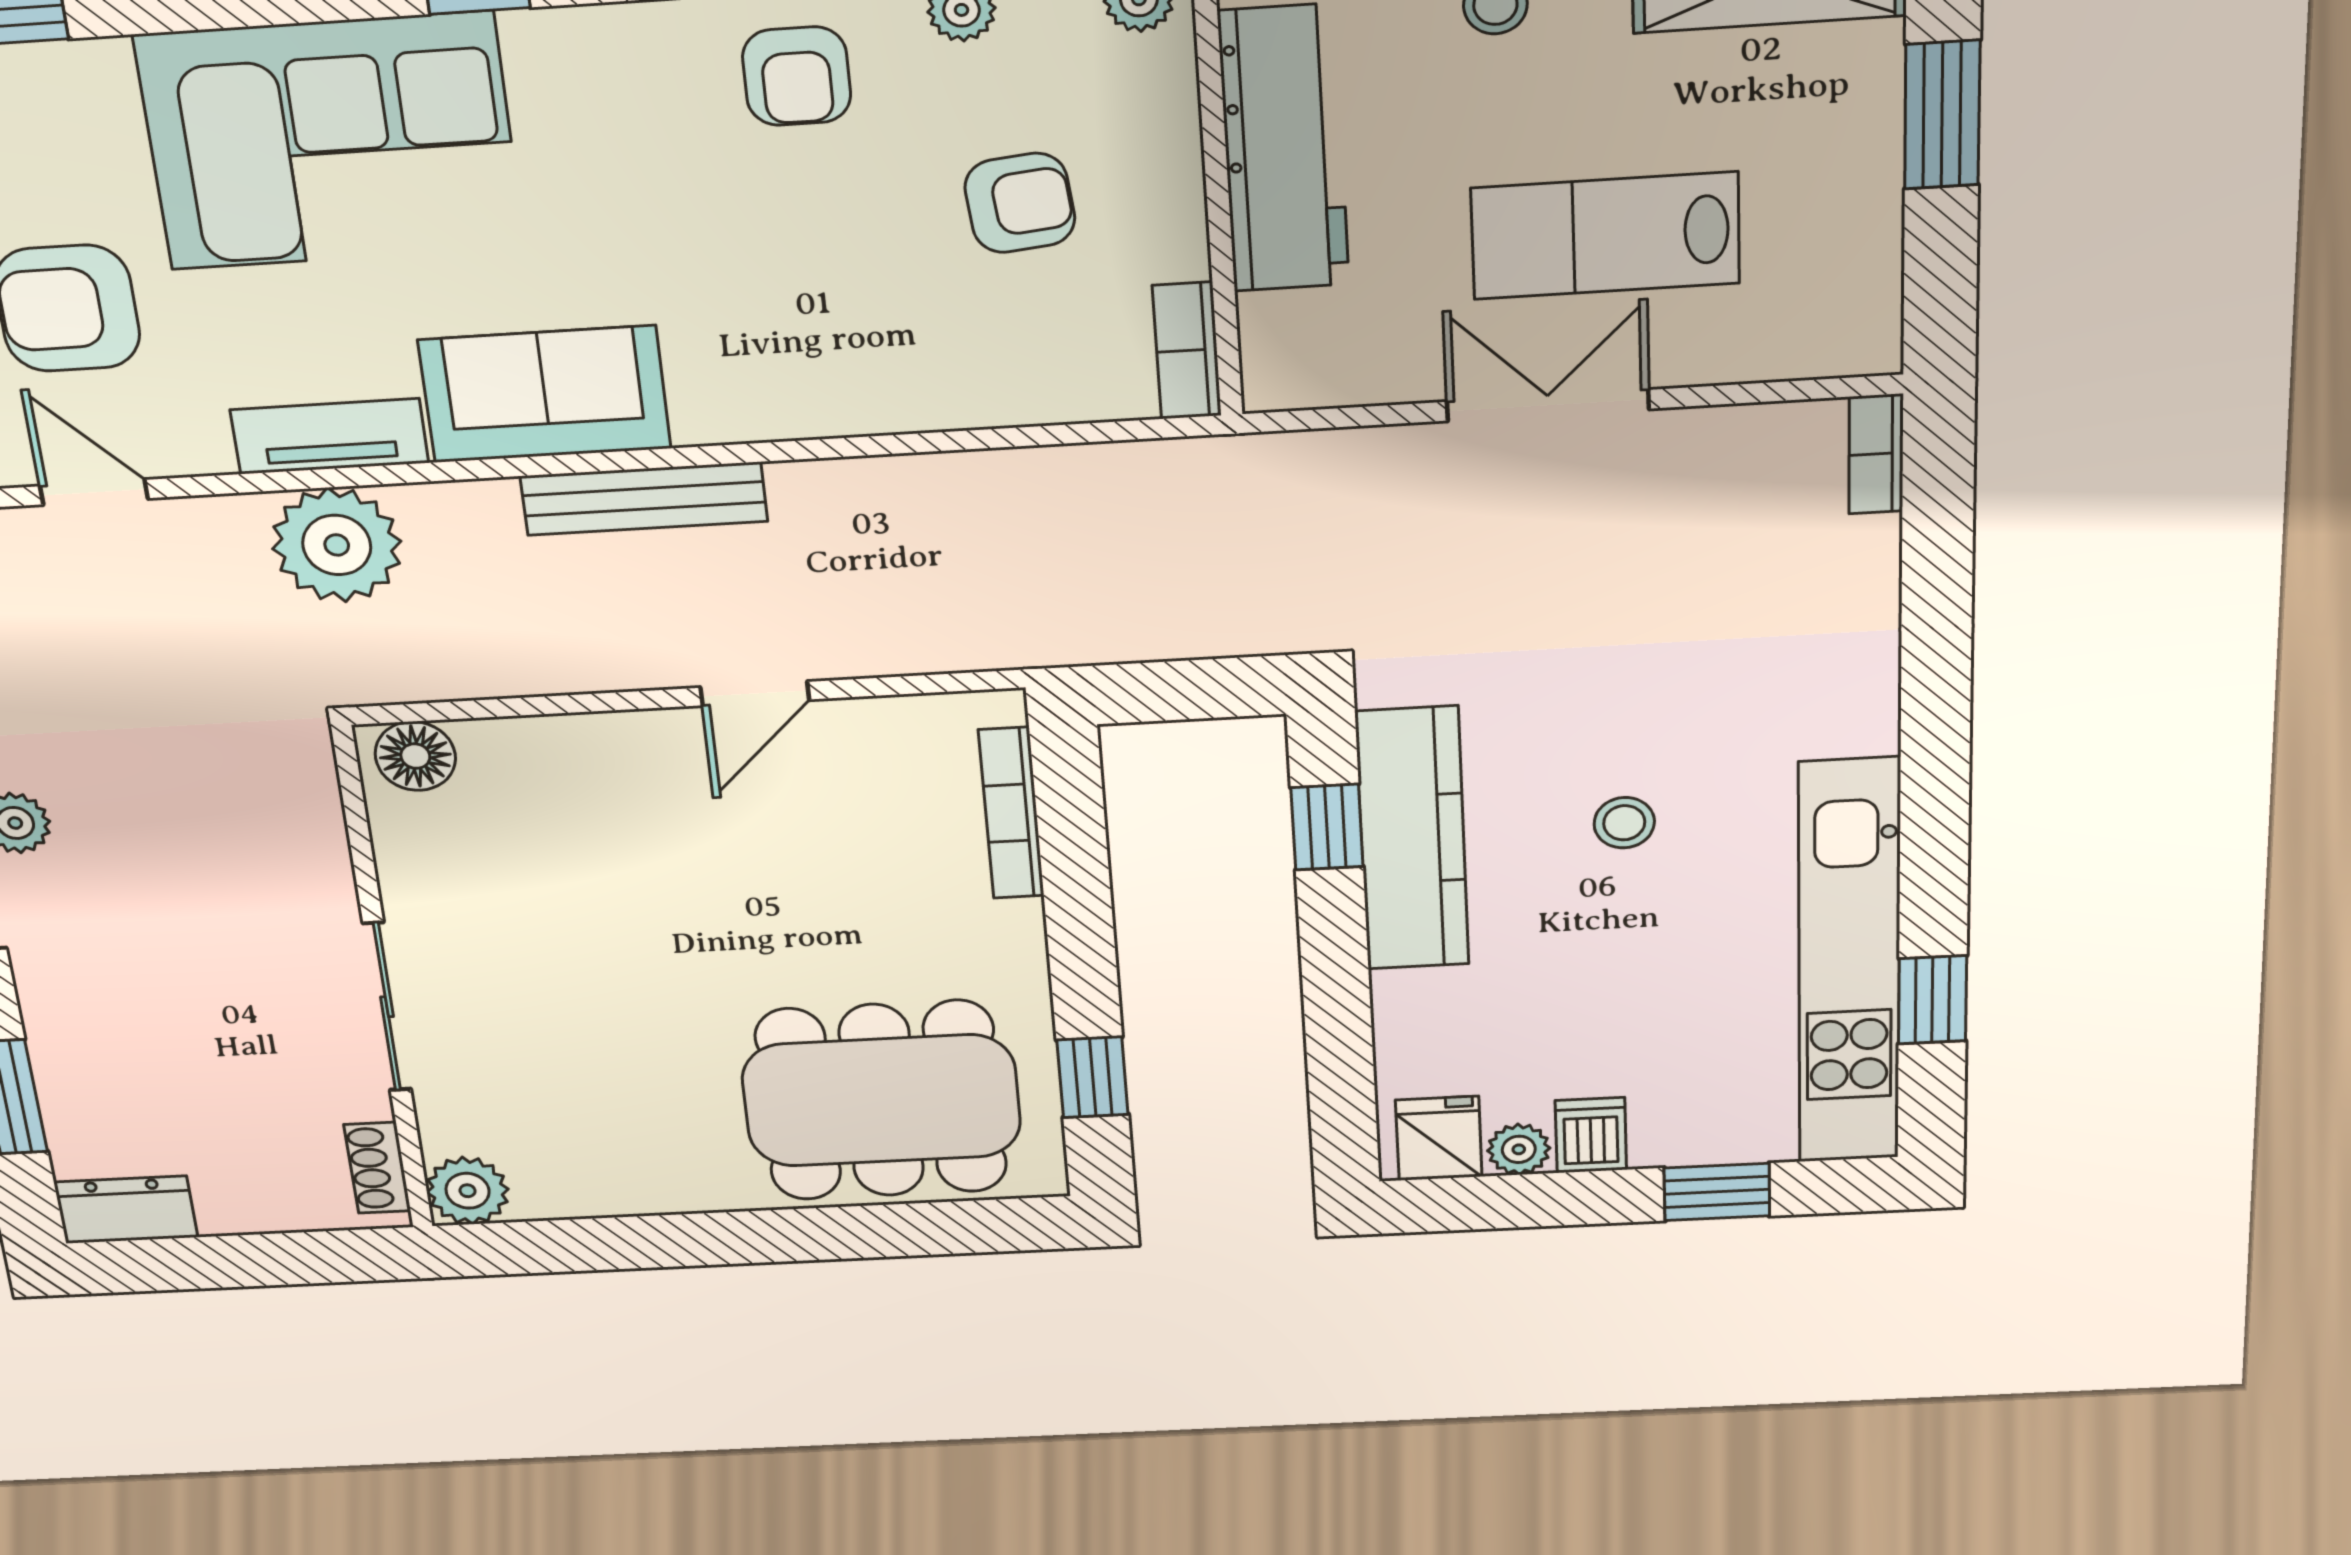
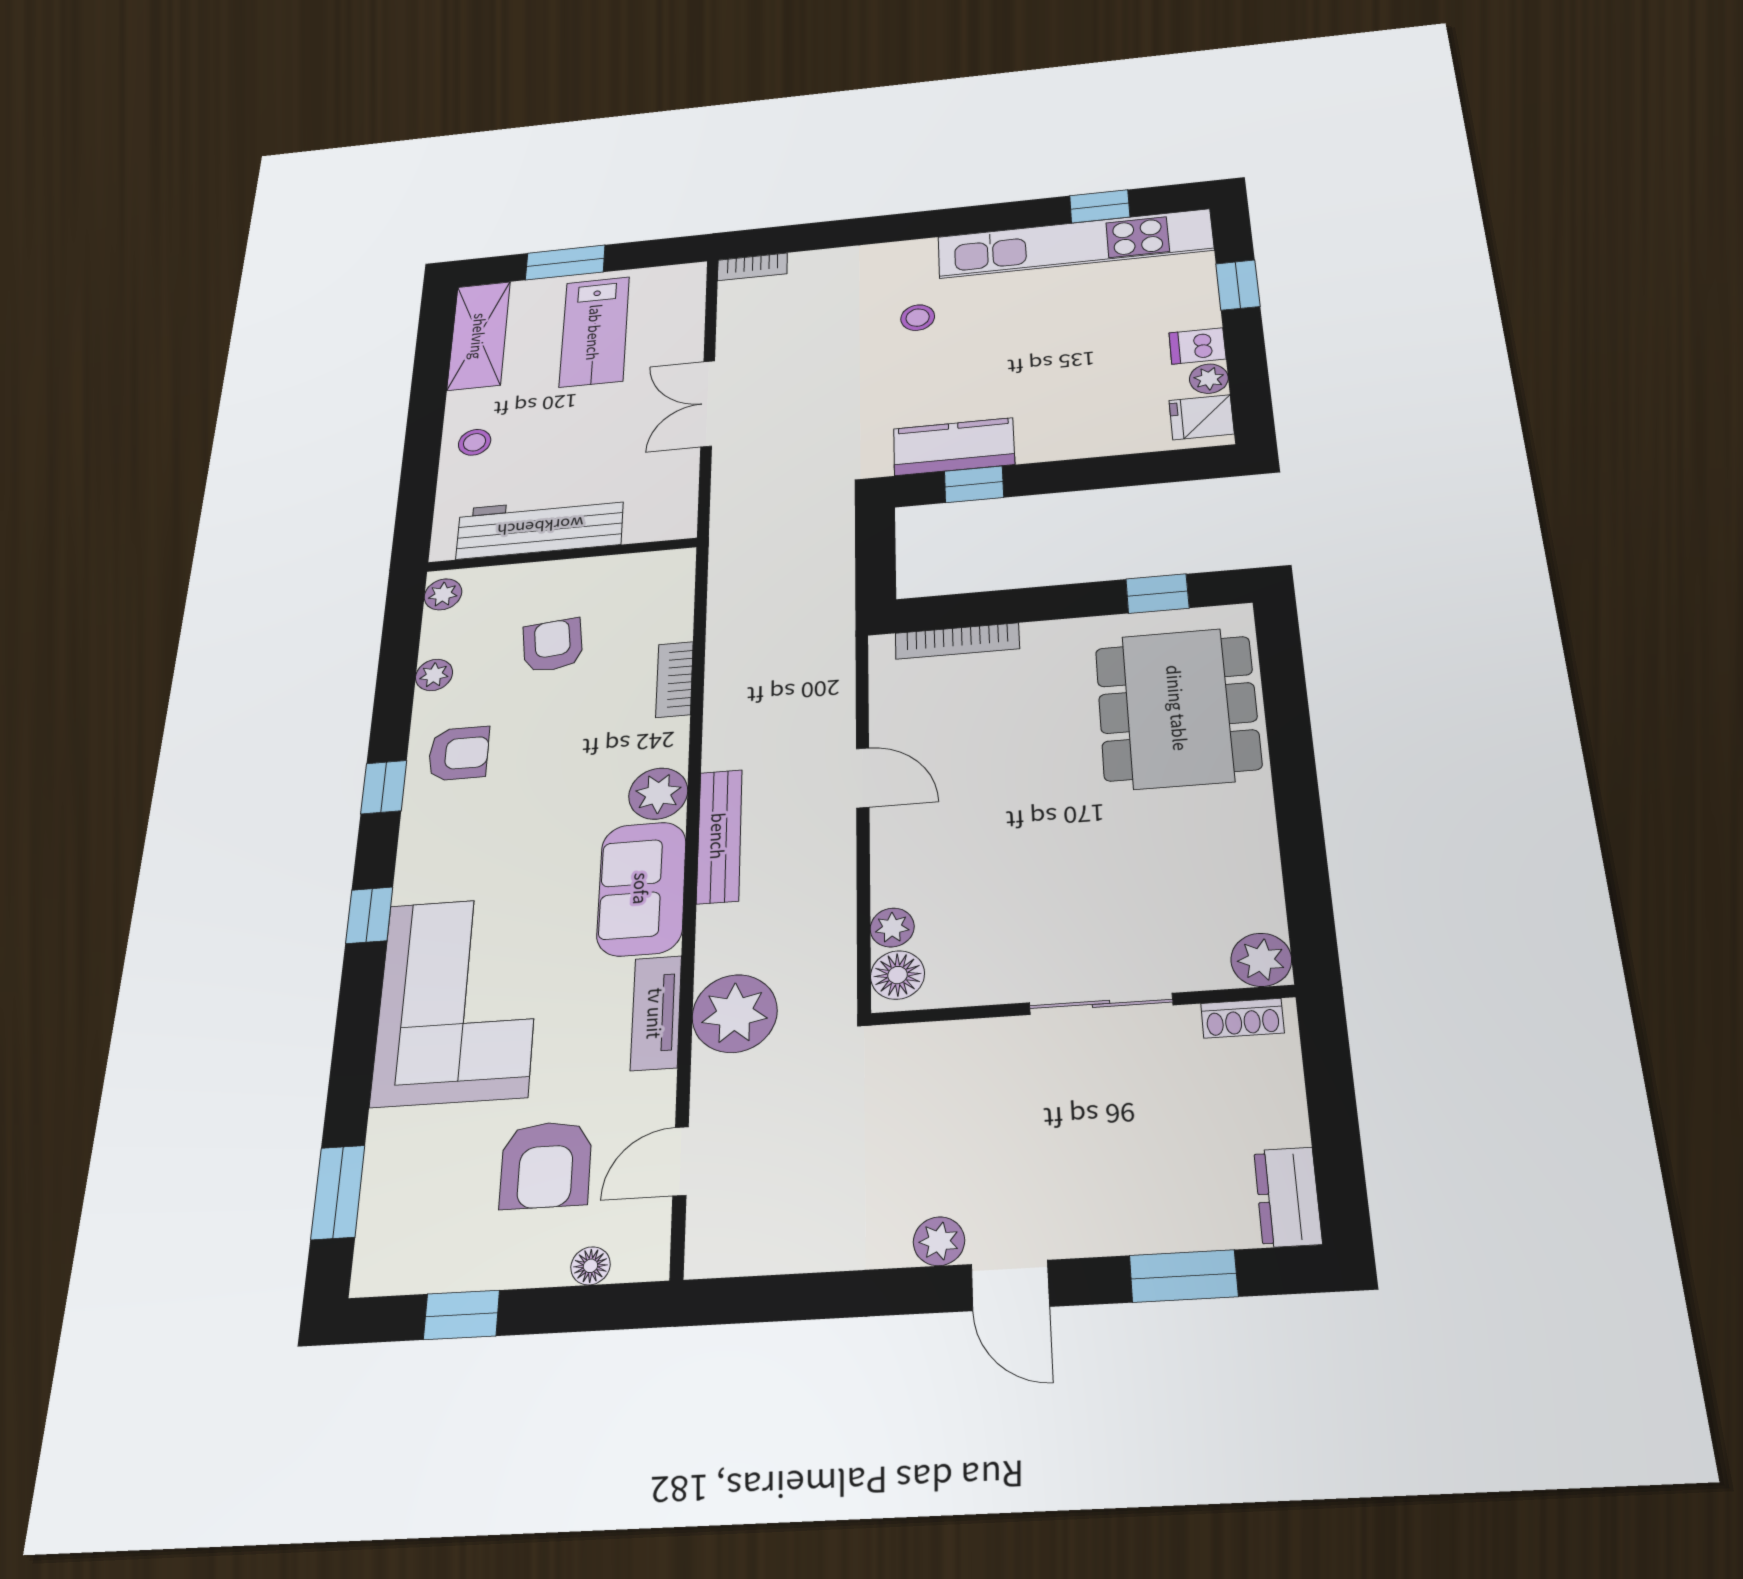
lab bench: (1605, 236) -> (595, 332), moved
bookcase: (1187, 351) -> (674, 679), moved, turned 90
plant: (721, 402) -> (658, 794), added
plant: (493, 746) -> (892, 928), added
stool: (1624, 823) -> (918, 318), moved
kitchen counter: (1412, 839) -> (954, 447), width x0.67

